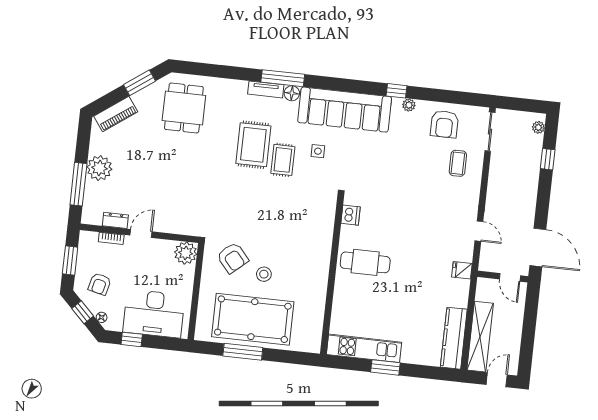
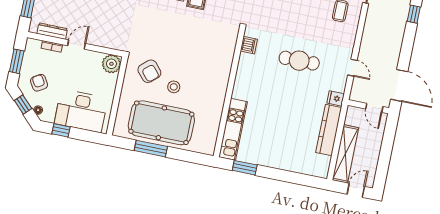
dresser: (115, 220) -> (52, 31), width x1.44
cafe table: (365, 262) -> (299, 61), moved
armchair: (100, 284) -> (39, 83), turned 135
kitchen counter: (454, 338) -> (329, 130), moved
kitchen unit: (364, 348) -> (233, 129), moved, turned 90
window: (385, 367) -> (245, 168), moved

